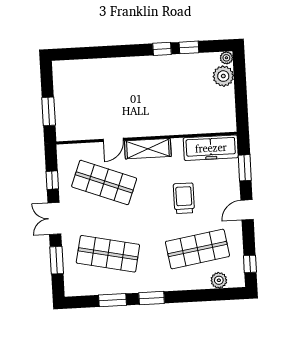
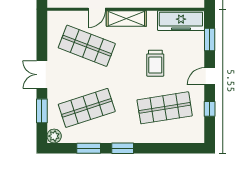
window: (52, 180) -> (42, 41), removed
trolley: (184, 198) -> (155, 63), turned 180
shop shelf: (108, 254) -> (87, 108), turned -30
window: (250, 264) -> (210, 109), moved
plant: (219, 280) -> (54, 136), moved

